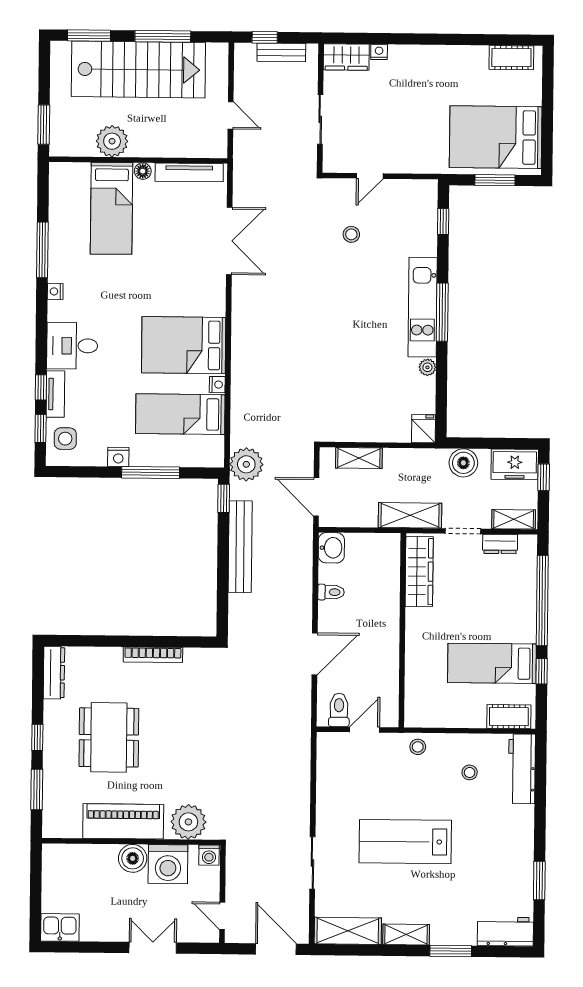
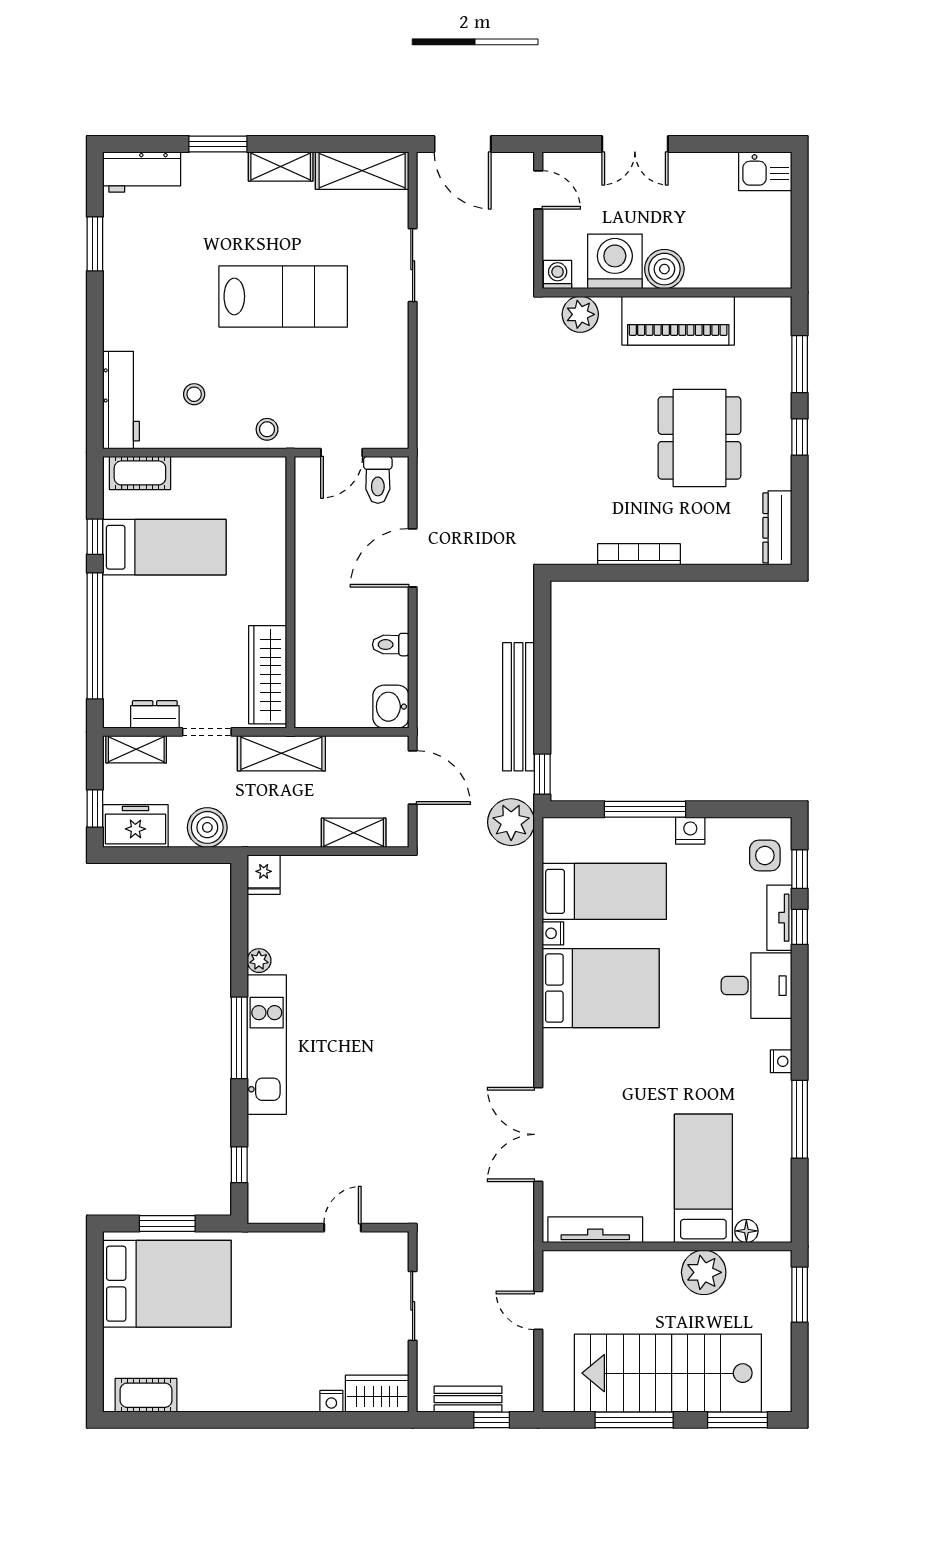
floor lamp: (143, 171) -> (746, 1231), moved
stool: (351, 234) -> (367, 1146), removed
plant: (188, 822) -> (580, 314), width x0.73, depth x0.73

